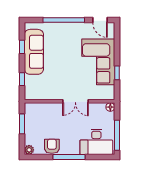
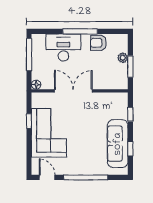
double door: (75, 101) -> (73, 91), width x1.37
desk: (96, 142) -> (63, 48), moved
armchair: (52, 146) -> (98, 43), turned 90
plant: (29, 150) -> (123, 58), moved

